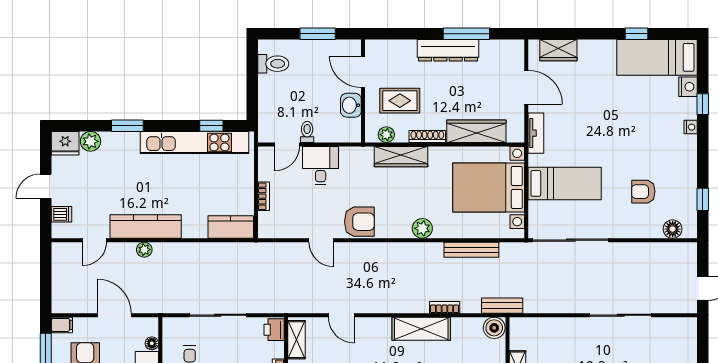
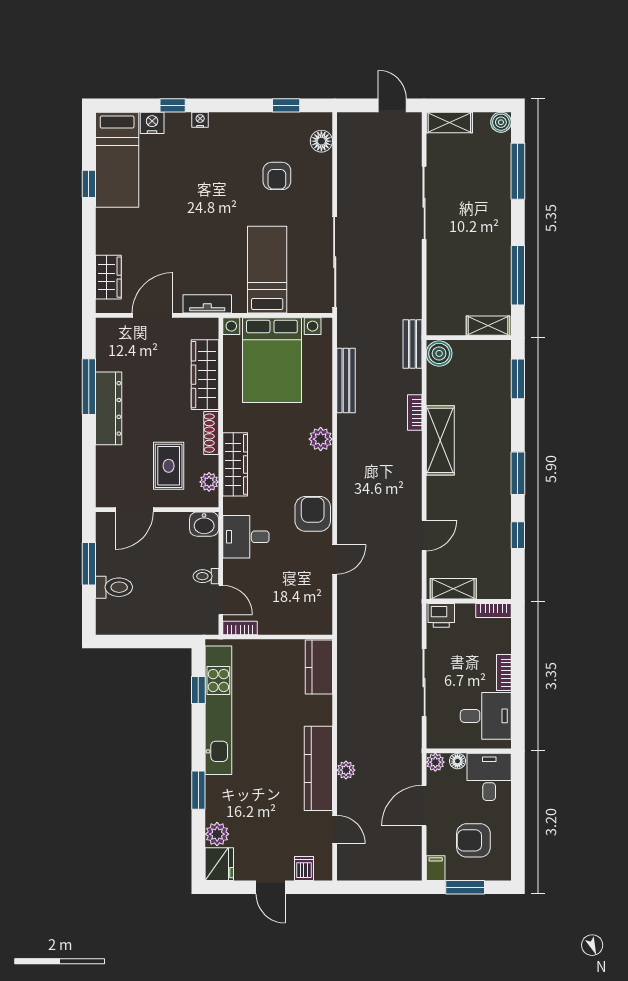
toilet: (273, 64) -> (114, 587), moved, turned 90
washbasin: (351, 105) -> (204, 524), moved
desk: (321, 166) -> (246, 537), moved
bookcase: (264, 196) -> (240, 628), moved
plant: (151, 325) -> (435, 762), added
shelving: (688, 336) -> (449, 122), added

